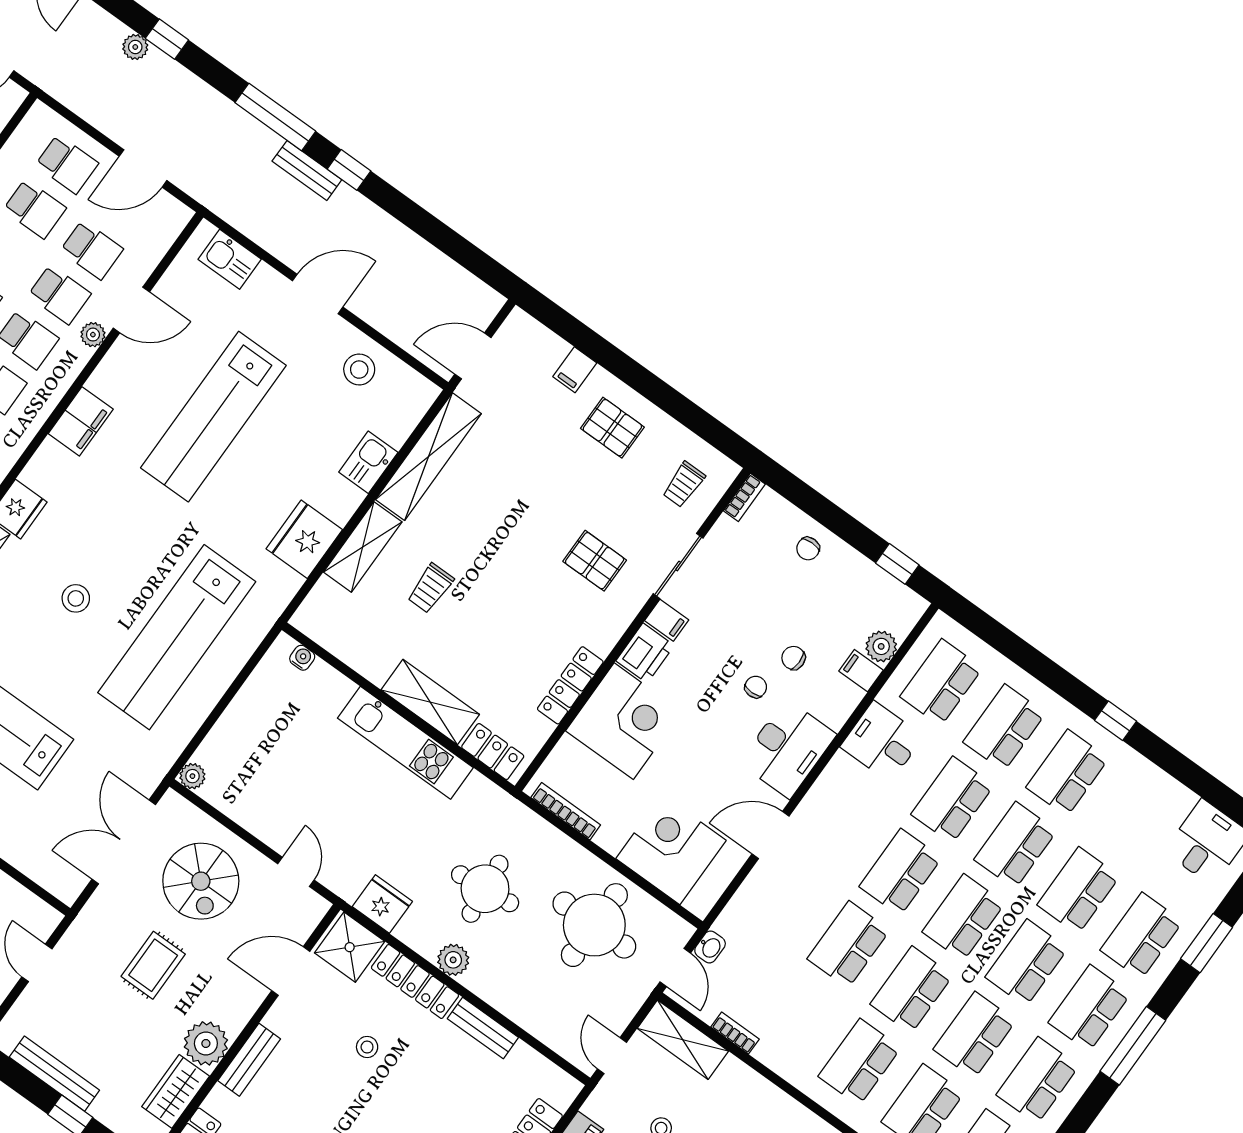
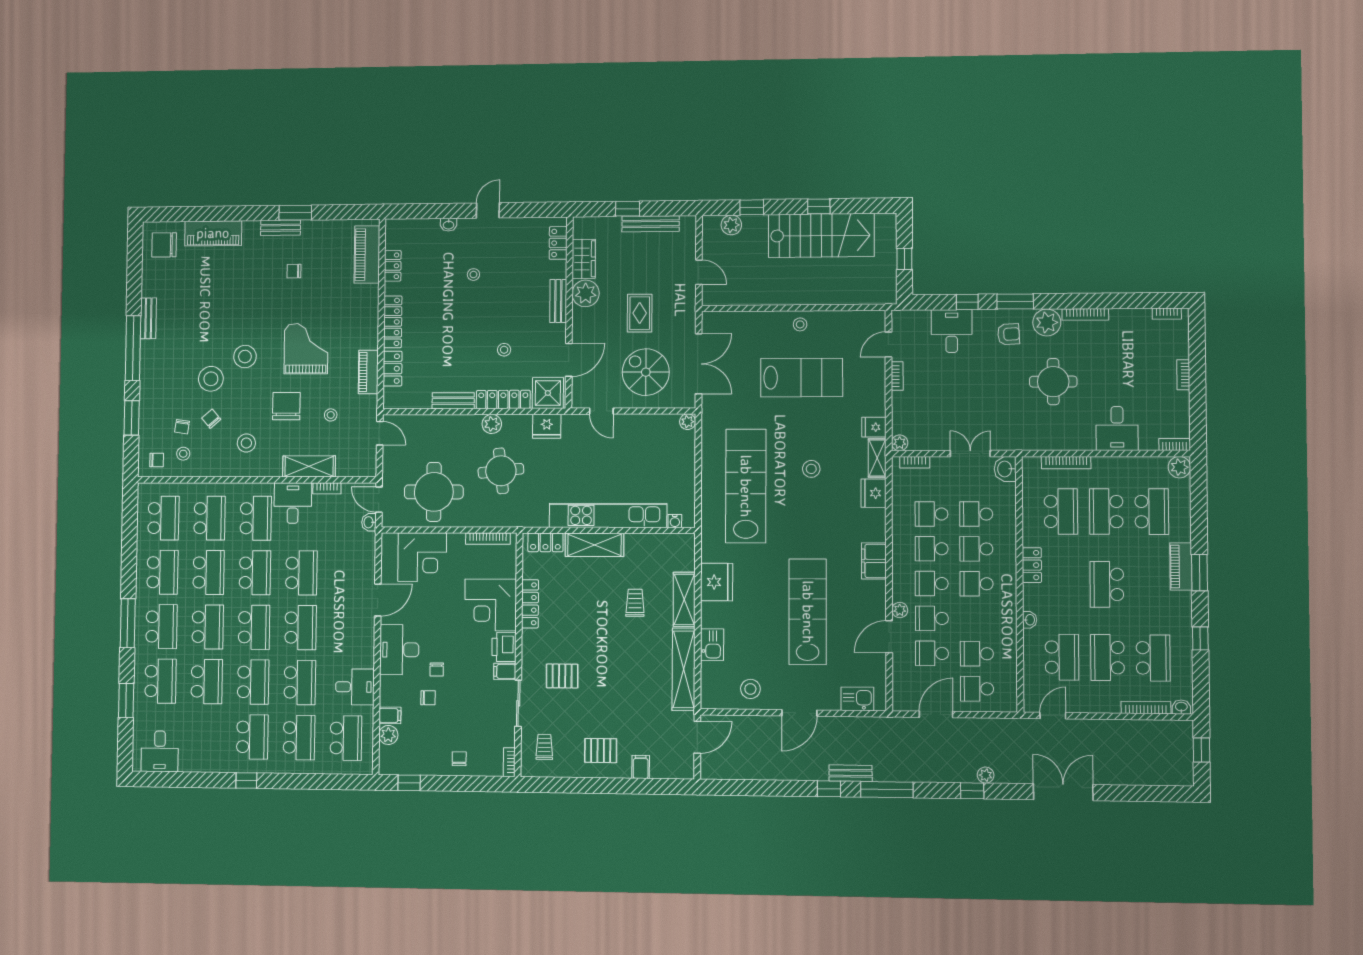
kitchen unit: (405, 743) -> (608, 515), width x1.36
shelving: (683, 1040) -> (309, 466), moved
desk: (795, 1047) -> (293, 503), added

